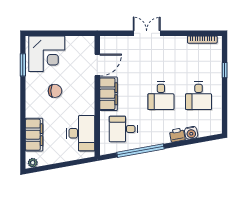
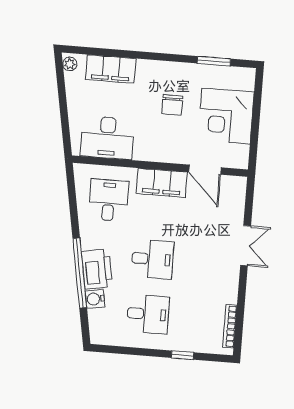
corner desk: (47, 54) -> (226, 116), moved
desk: (161, 96) -> (152, 259), turned 180
desk: (199, 96) -> (148, 314), turned 180
printer: (177, 135) -> (97, 269), width x1.87, depth x1.48
window: (140, 151) -> (80, 273), moved

